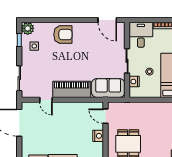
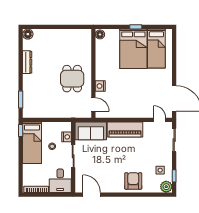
armchair: (63, 35) -> (133, 181), turned 90
door: (46, 100) -> (160, 120), moved

